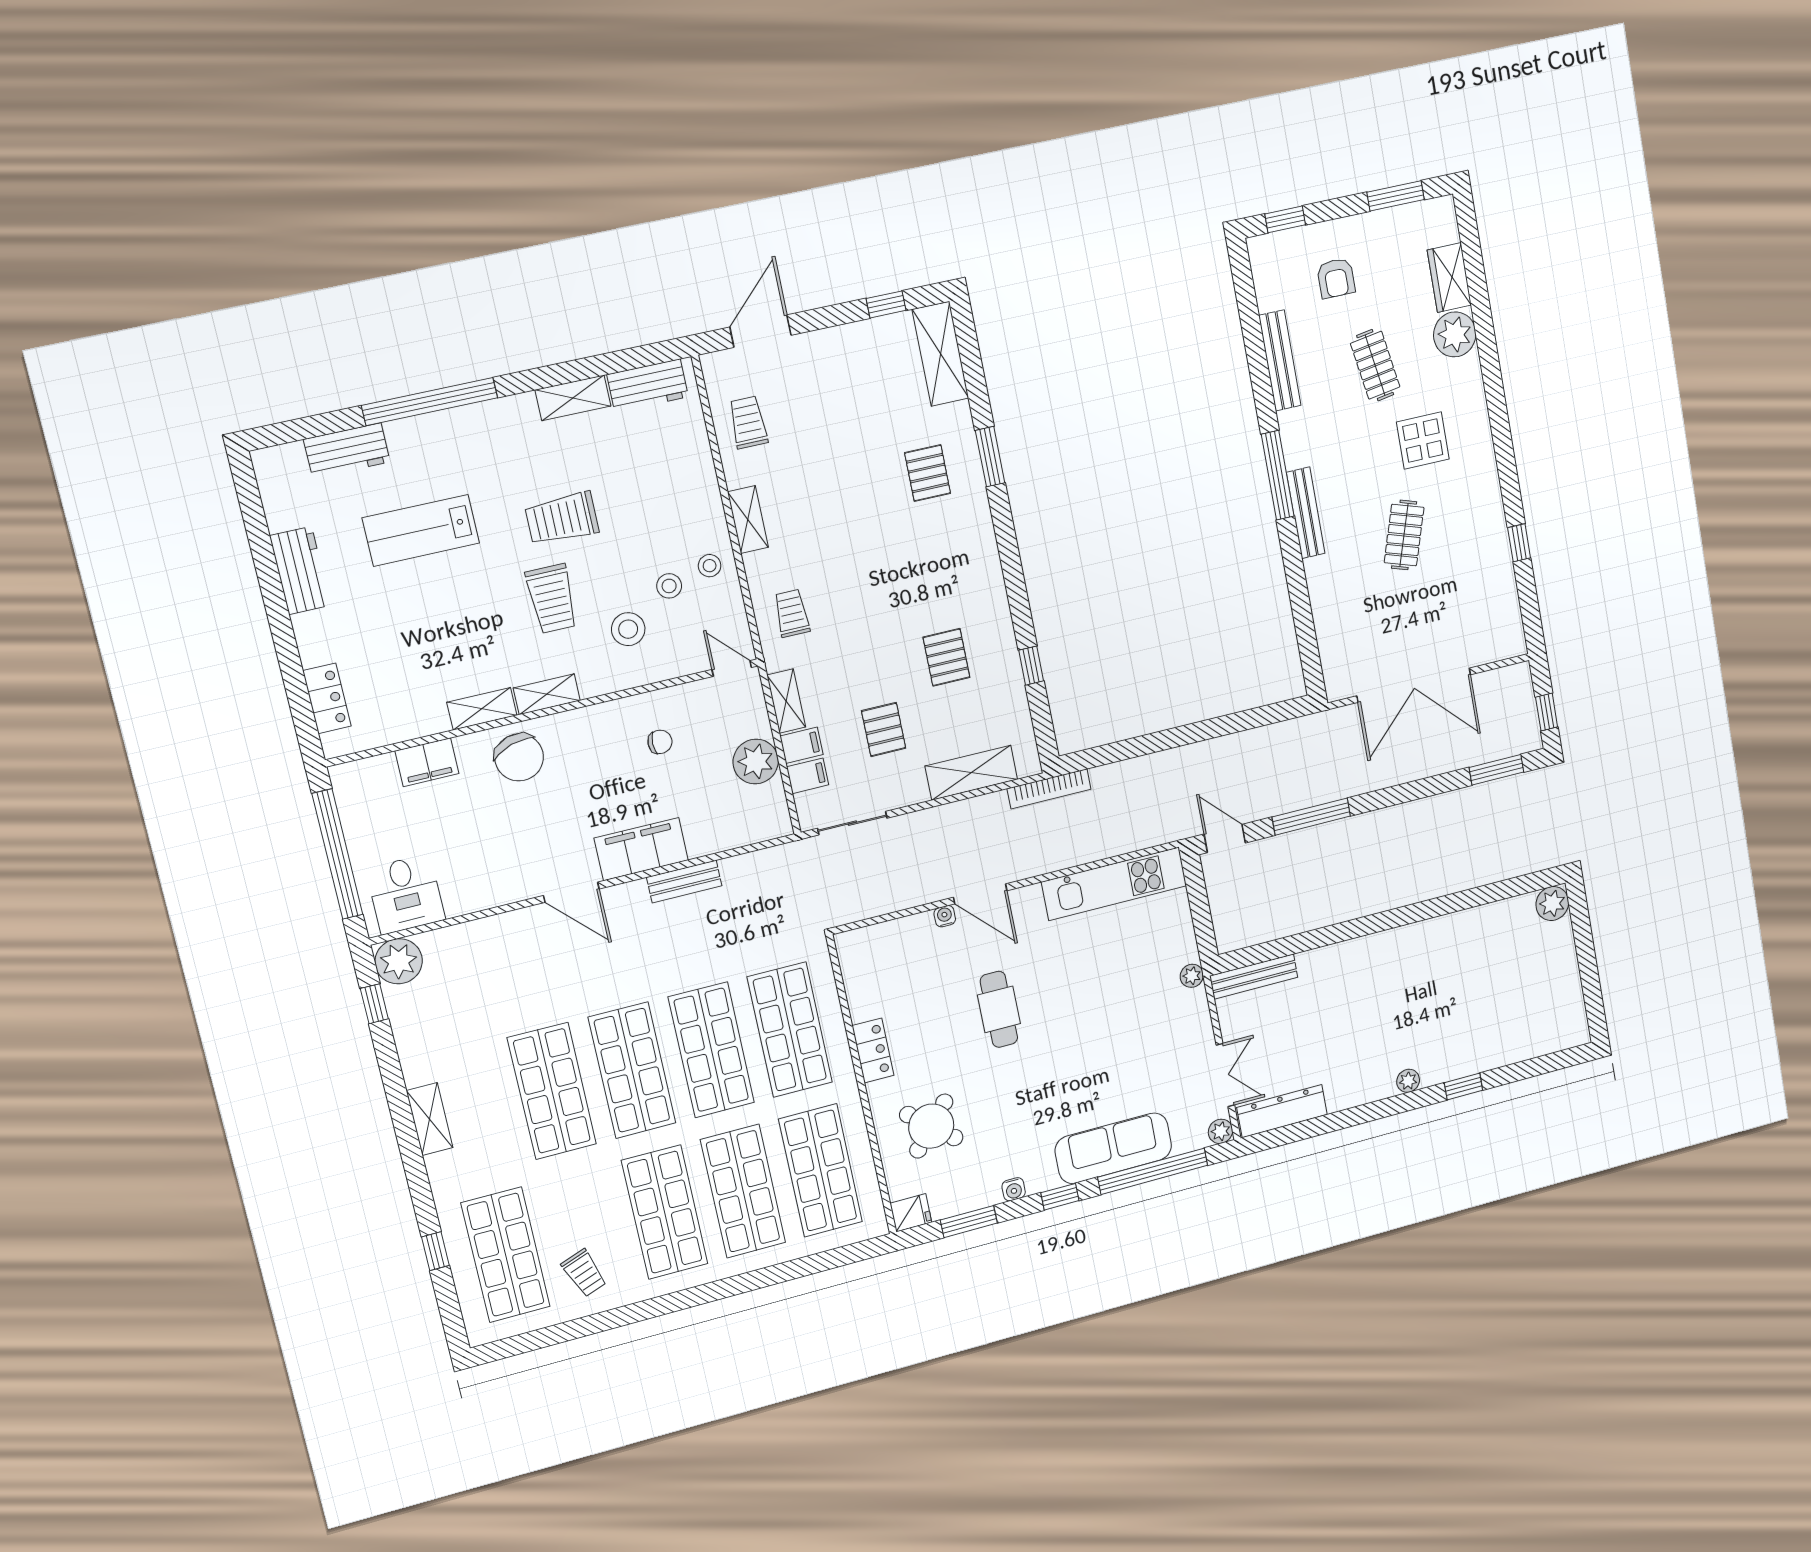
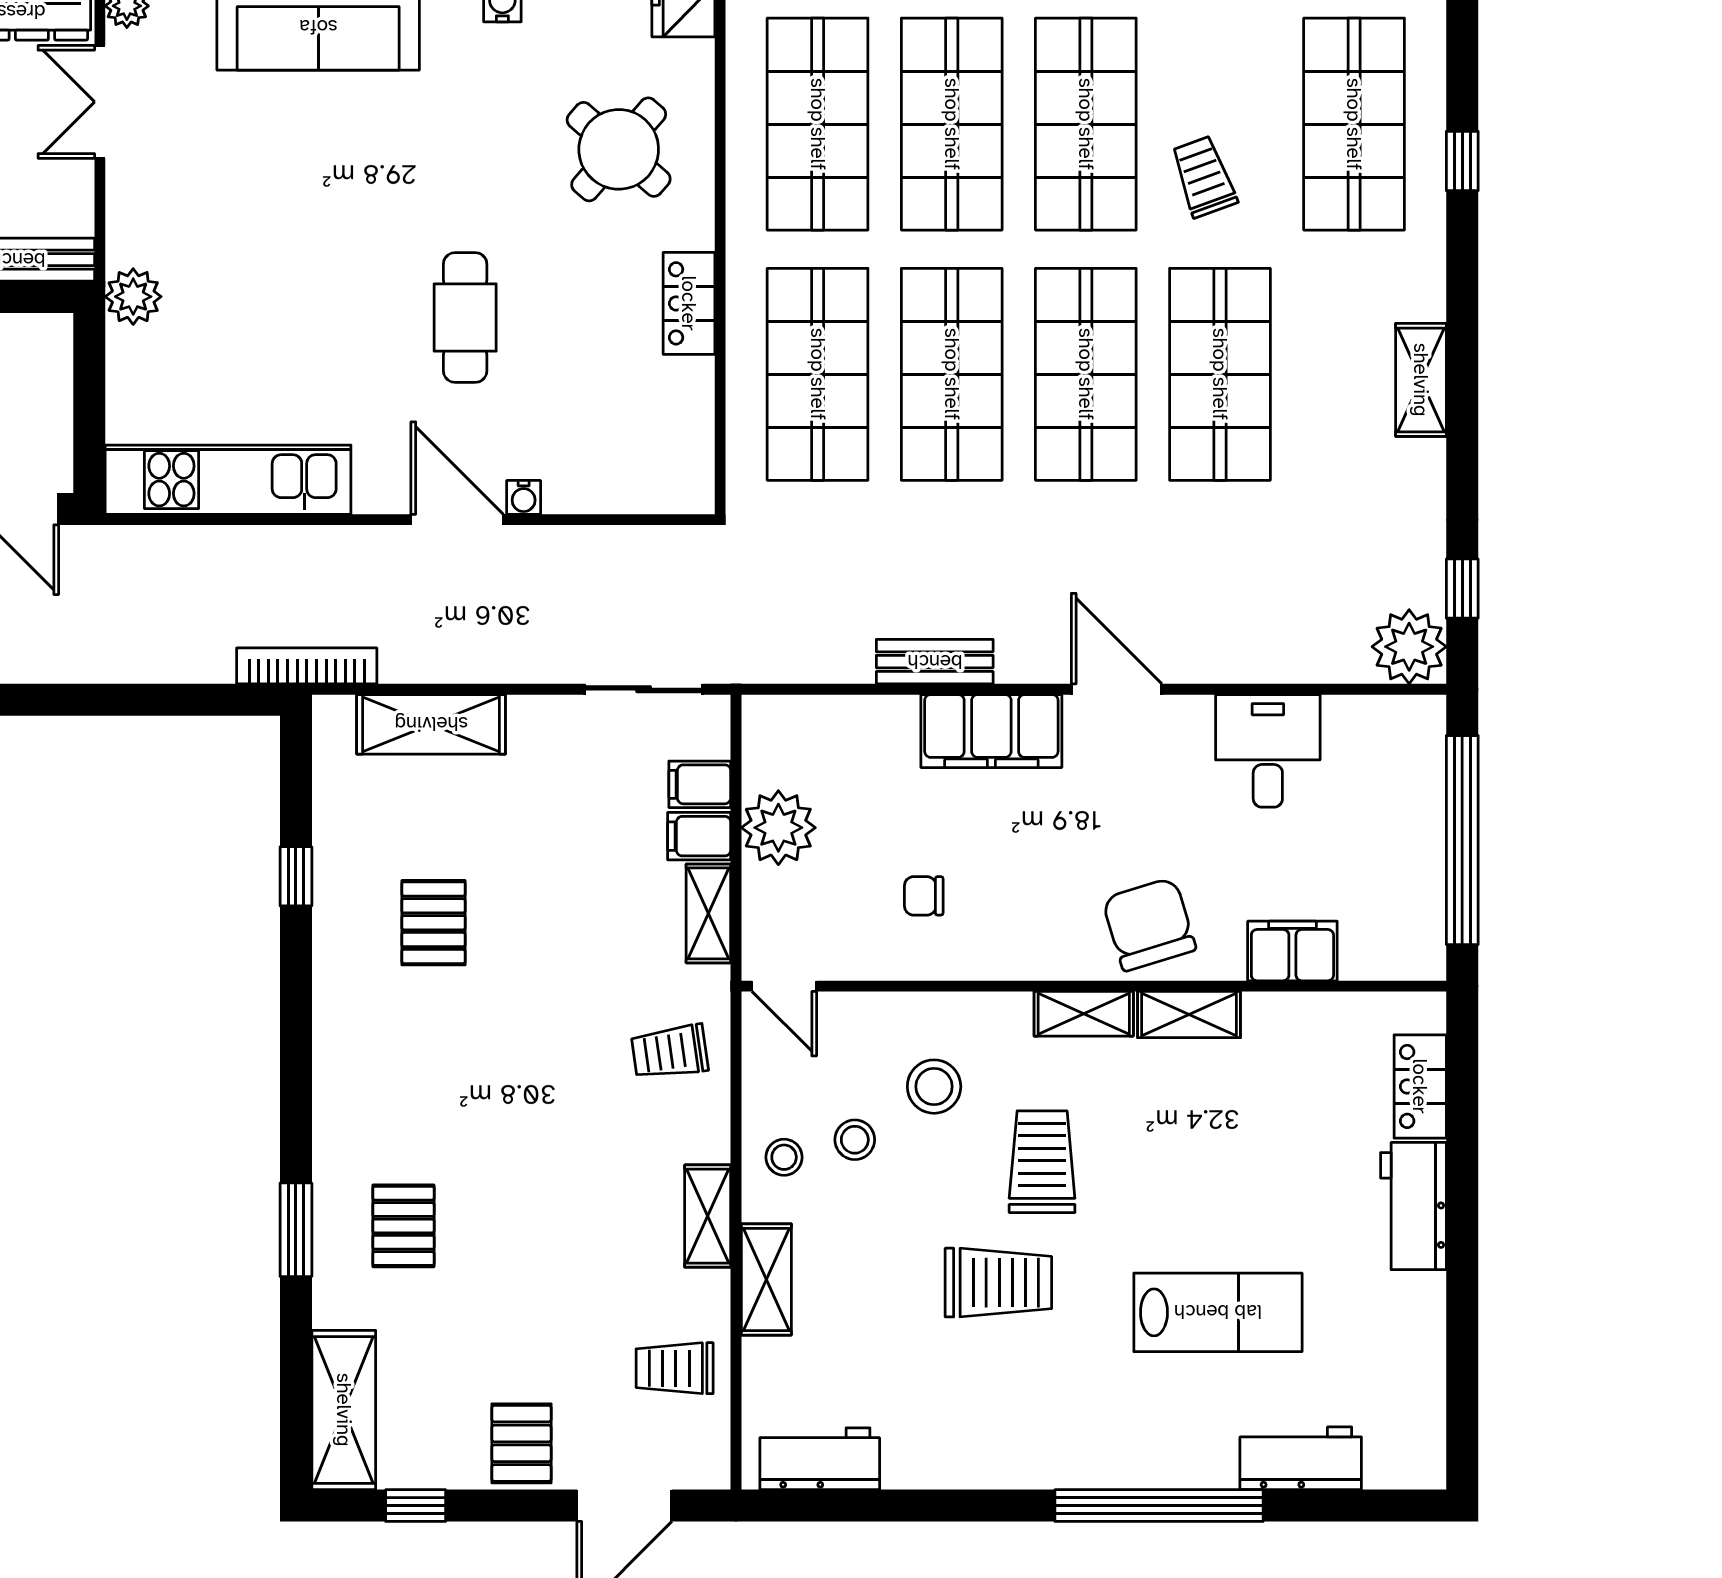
shelving: (573, 398) -> (766, 1279), moved, turned 90
trolley: (748, 422) -> (675, 1368), turned 90
workbench: (300, 571) -> (1413, 1206), moved
trolley: (792, 613) -> (670, 1052), turned 82
pallet: (884, 730) -> (522, 1443), moved
desk: (406, 894) -> (1268, 751), moved
plant: (1192, 976) -> (133, 297), width x1.38, depth x1.38
trolley: (584, 1273) -> (1204, 177), moved

